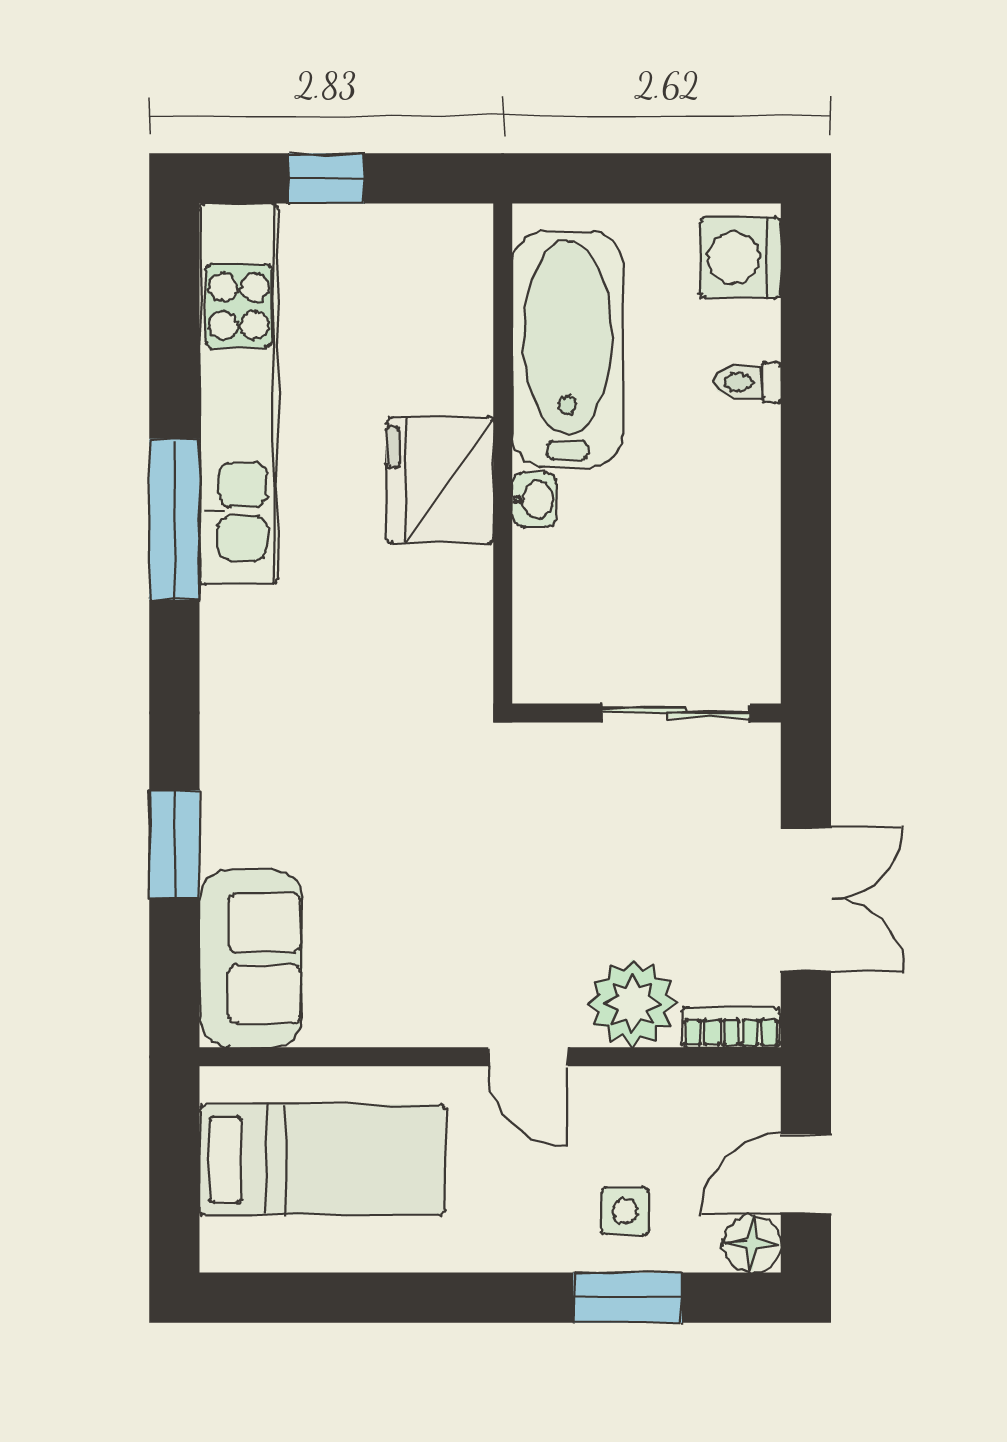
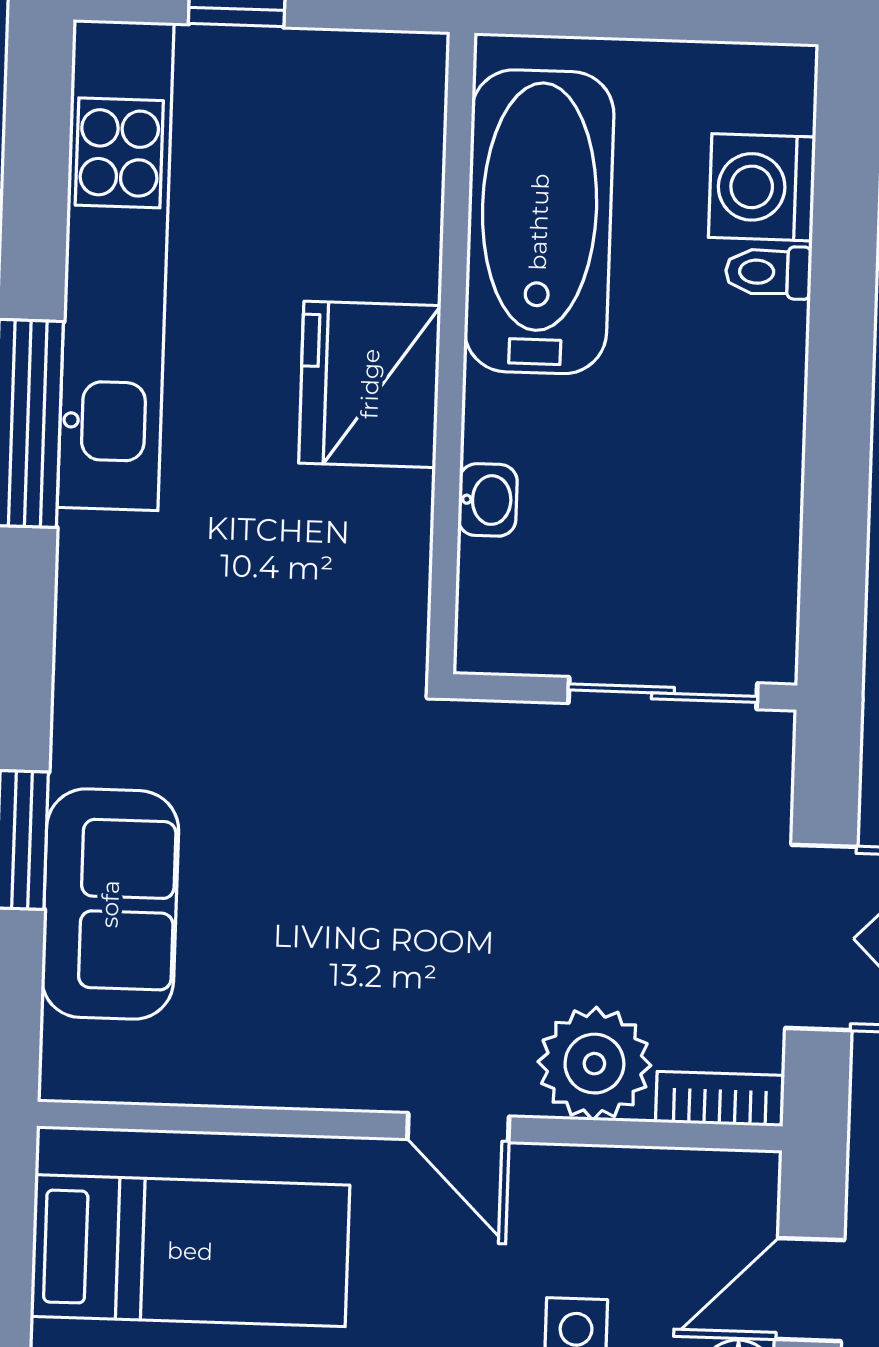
washing machine: (740, 258) -> (762, 187), moved
washbasin: (535, 500) -> (488, 500), moved
sofa: (251, 958) -> (110, 904), moved

